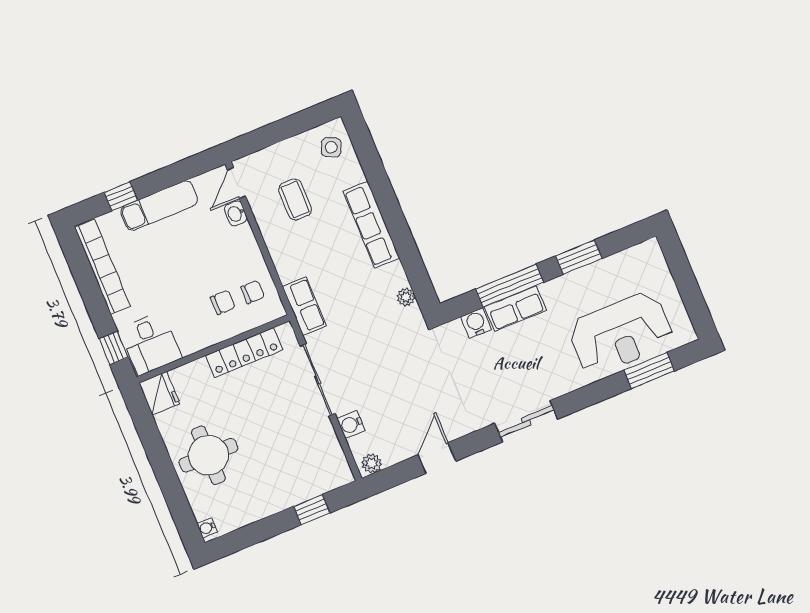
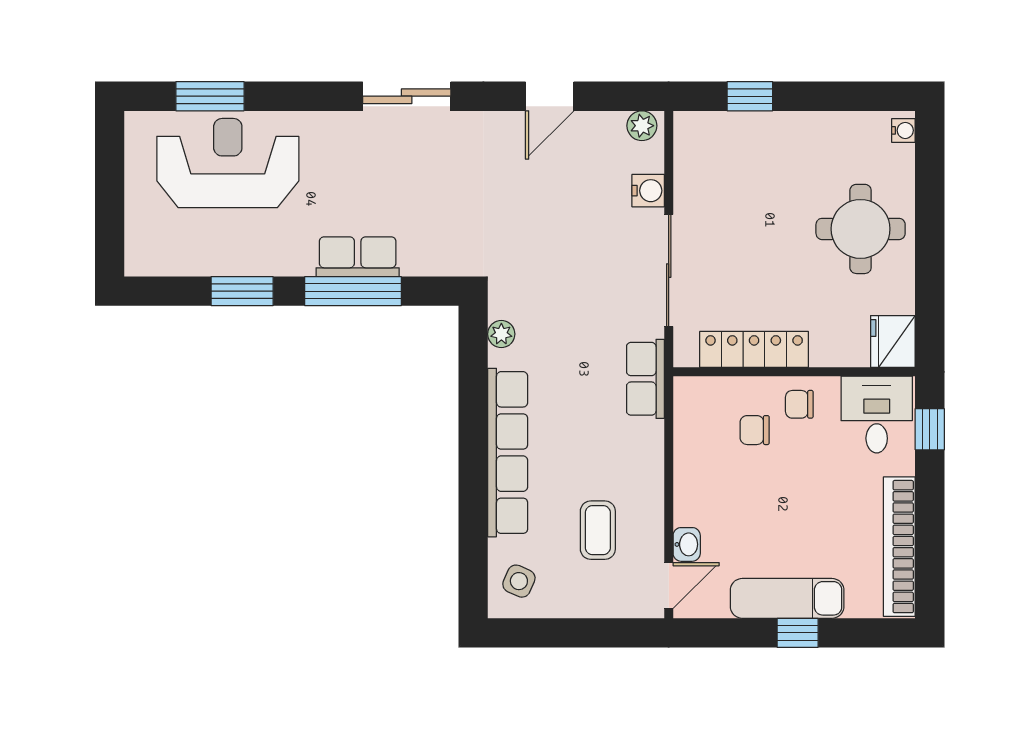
window: (121, 196) -> (798, 633), moved
row of seats: (371, 225) -> (508, 453), width x1.36
chair: (253, 292) -> (799, 404), moved
water cooler: (476, 323) -> (420, 259), removed

